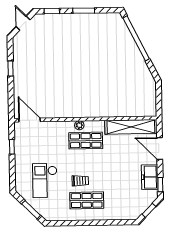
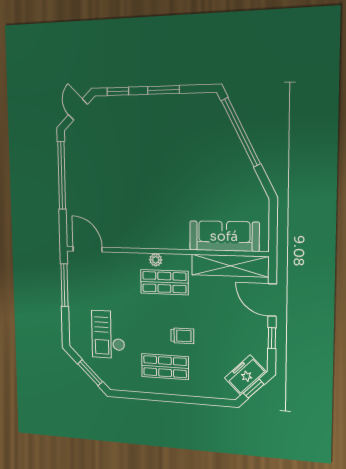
window: (10, 69) -> (62, 175), width x3.17
sofa: (127, 107) -> (224, 236), added
window: (12, 147) -> (64, 285), width x2.17
freezer: (150, 177) -> (246, 375), moved, turned 45
trolley: (80, 181) -> (182, 336), moved
window: (160, 185) -> (272, 338), moved

